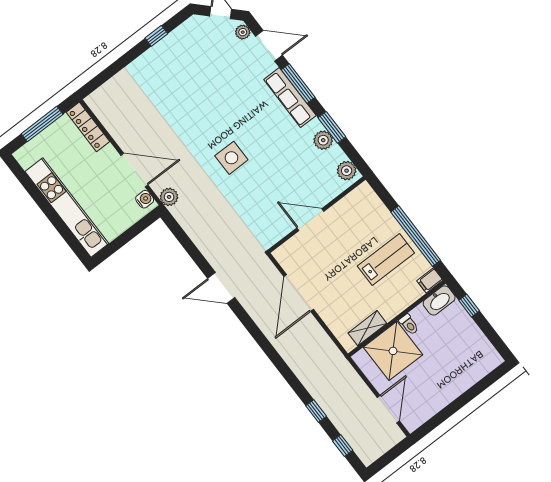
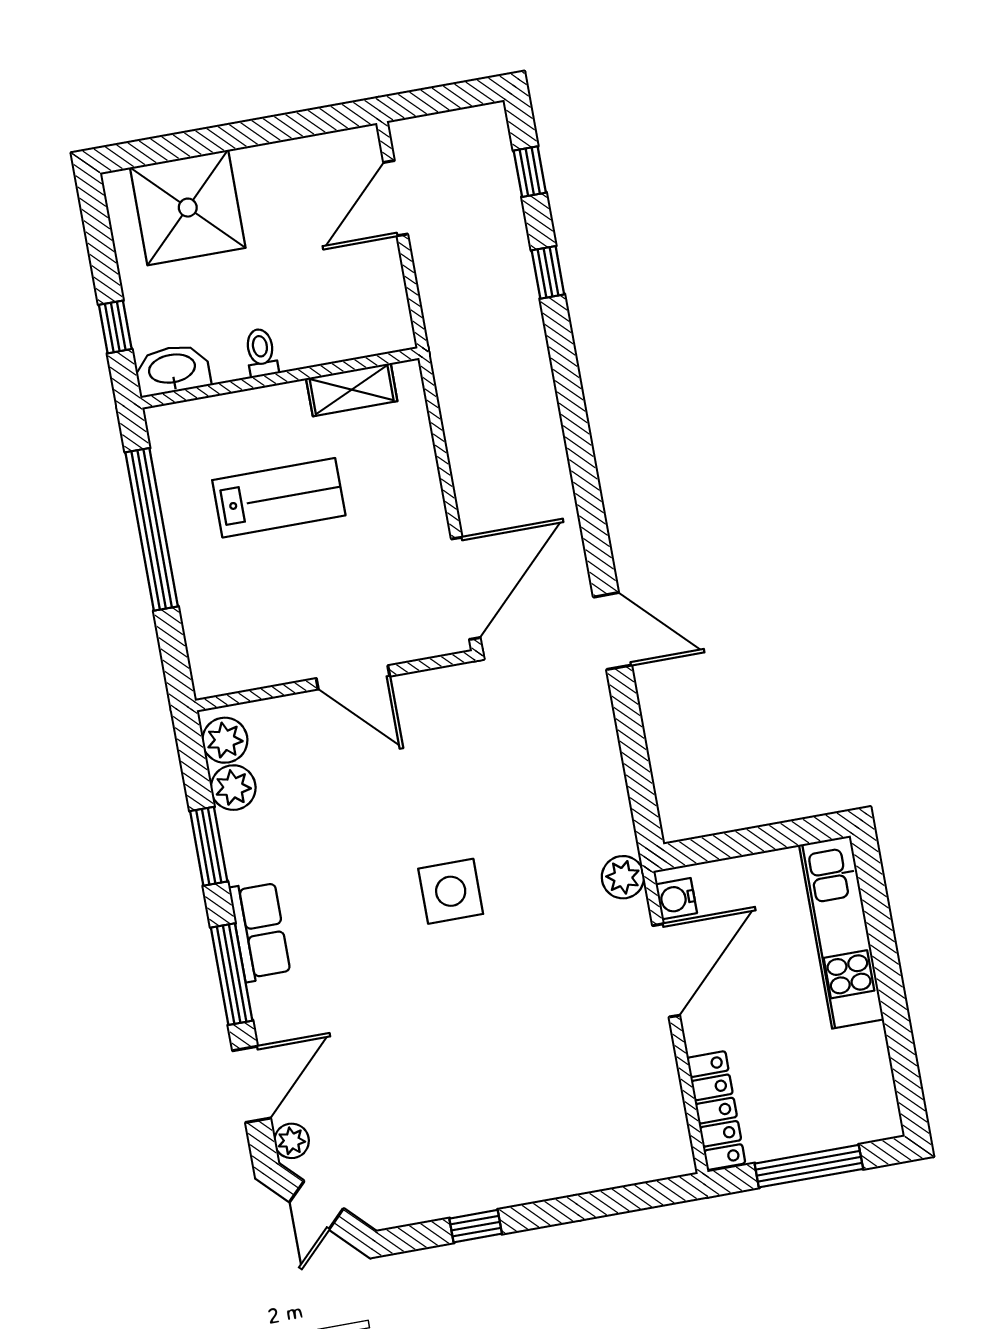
door: (269, 46) -> (252, 1084), swing flipped
row of seats: (290, 97) -> (260, 931), width x0.68
plant: (323, 140) -> (233, 788), moved
door: (134, 170) -> (666, 970), swing flipped
kitchen unit: (67, 208) -> (841, 932), width x0.73
lab bench: (386, 260) -> (279, 498), moved, turned 180
filing cabinet: (430, 280) -> (170, 422), removed
door: (299, 293) -> (466, 588), moved
shower: (393, 351) -> (188, 208), moved

